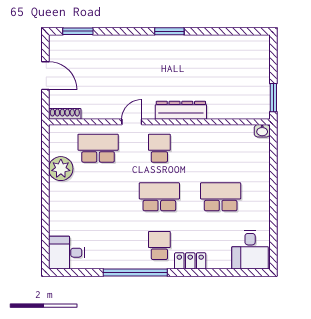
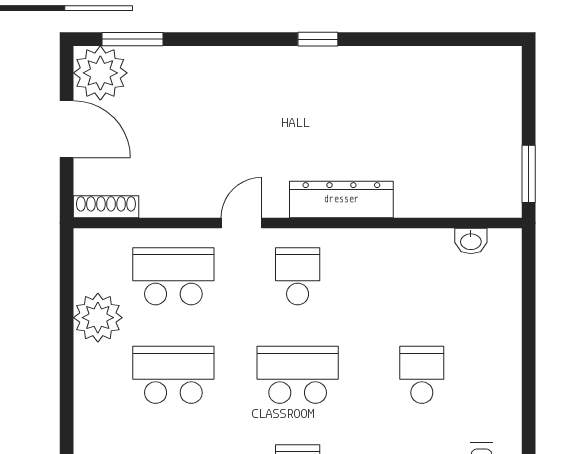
window: (169, 31) -> (318, 39), width x0.67
plant: (62, 48) -> (100, 73), added
washbasin: (262, 131) -> (471, 241), moved
school desk: (98, 197) -> (173, 375), added
school desk: (221, 197) -> (422, 375), width x0.54

